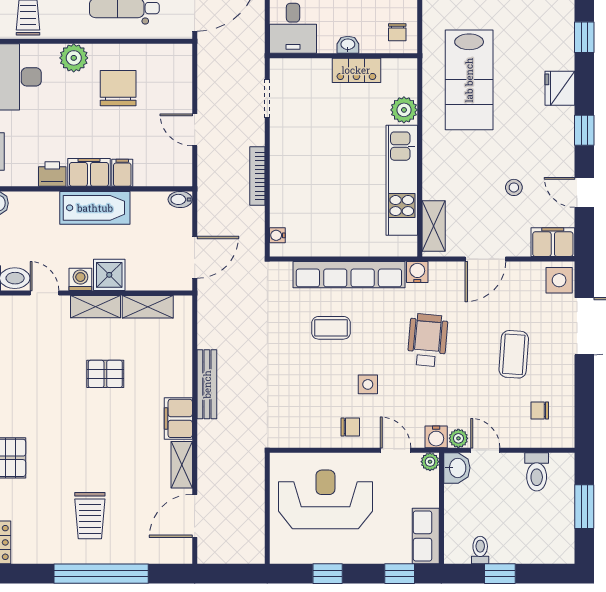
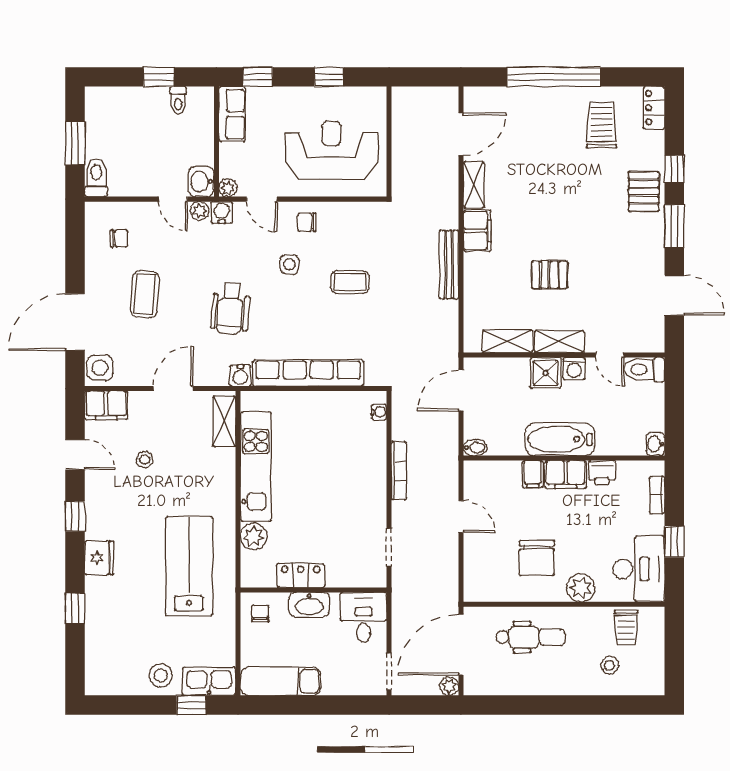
washbasin: (348, 45) -> (309, 605), width x1.91, depth x1.45
coffee table: (331, 328) -> (350, 282), moved
toilet: (537, 472) -> (96, 178), moved
reception desk: (325, 499) -> (331, 150), turned 180
trolley: (90, 516) -> (602, 125), moved

